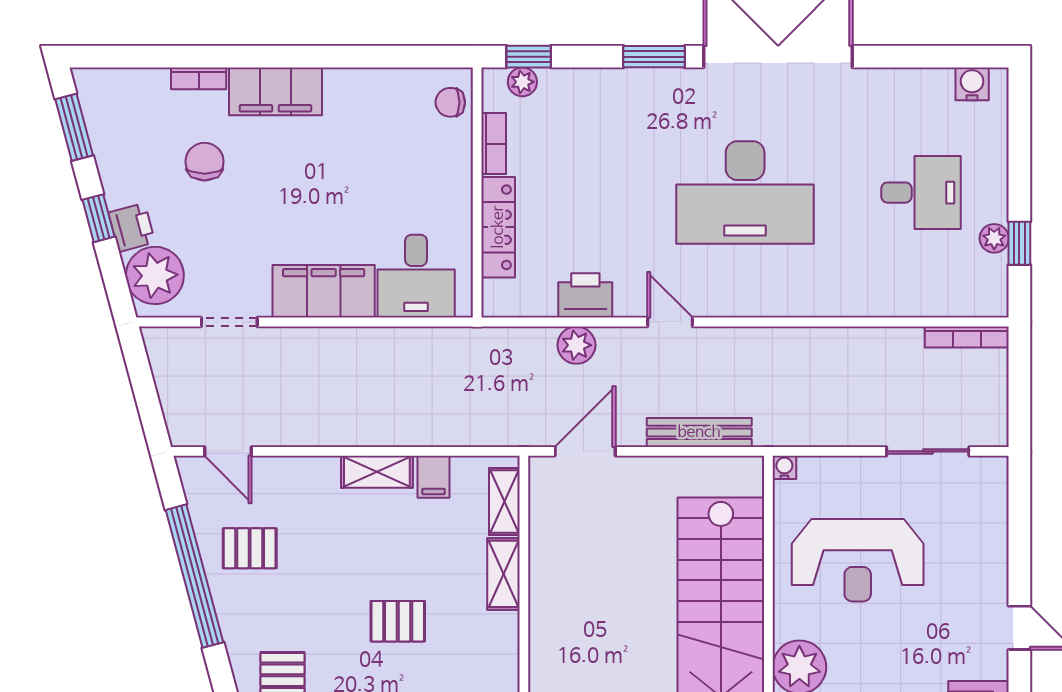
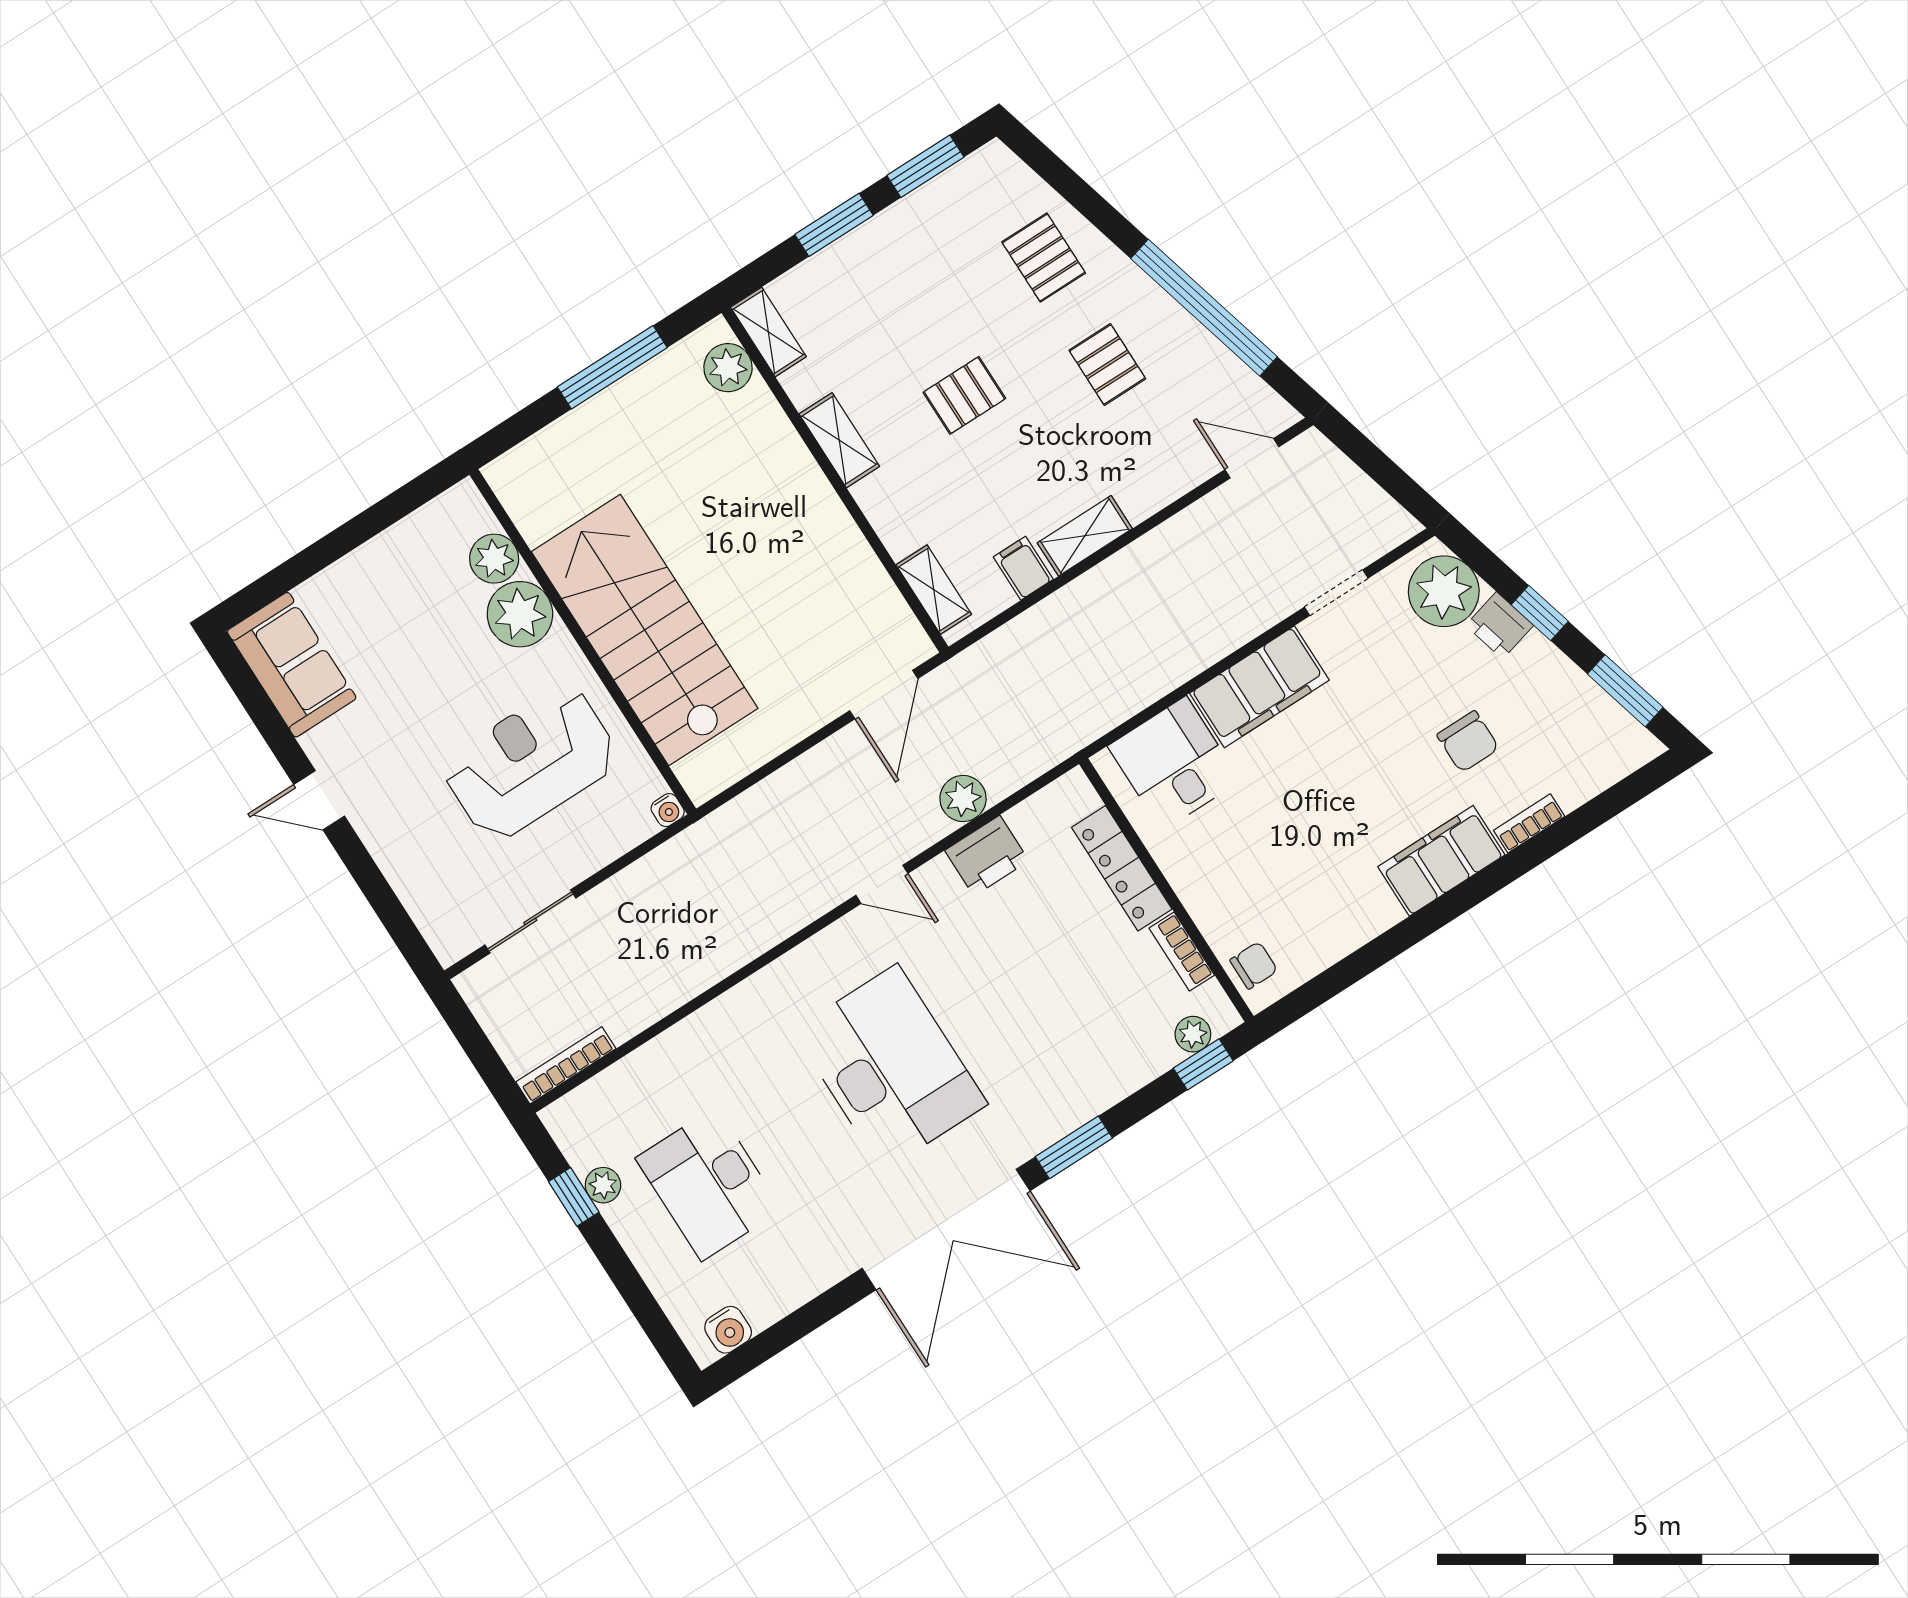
desk: (745, 193) -> (890, 1067), turned 90
desk: (921, 193) -> (709, 1184), width x1.37
bench: (699, 432) -> (779, 790), removed
pallet: (250, 548) -> (1107, 365), moved, turned 90
shelving: (503, 574) -> (839, 440), moved

